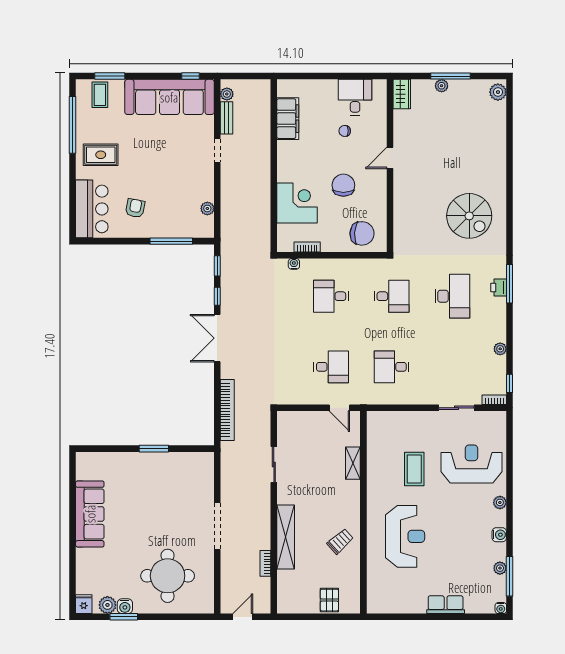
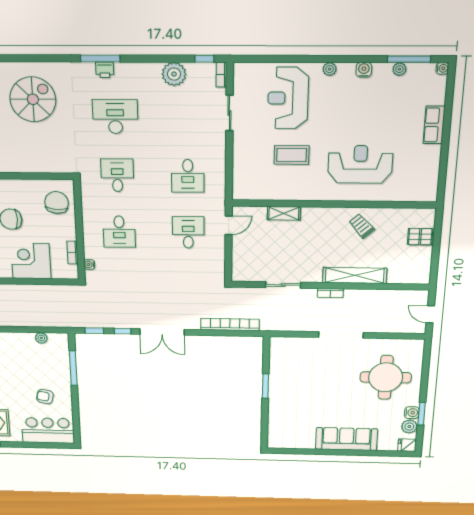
plant: (500, 349) -> (174, 74), width x1.88, depth x1.88
sofa: (90, 514) -> (346, 439), moved
bookcase: (265, 563) -> (330, 293), moved

